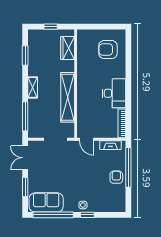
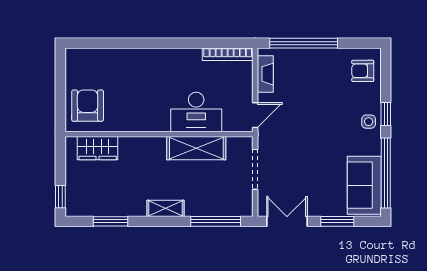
window: (51, 27) -> (60, 197), moved
armchair: (108, 50) -> (88, 106), moved, turned 180
desk: (114, 93) -> (196, 112), moved, turned 180
shelving: (68, 97) -> (196, 148), width x0.68
double door: (25, 158) -> (287, 221), swing flipped
armchair: (116, 177) -> (363, 71), moved

